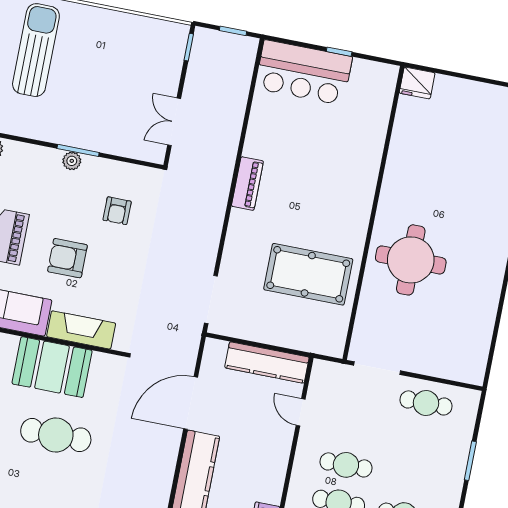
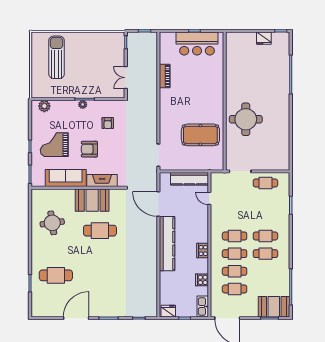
bar counter: (304, 73) -> (197, 44), moved
fridge: (417, 83) -> (264, 38), moved
piano: (247, 184) -> (165, 76), moved
door: (191, 403) -> (158, 204), hinge flipped
cafe table: (346, 465) -> (235, 218), removed

